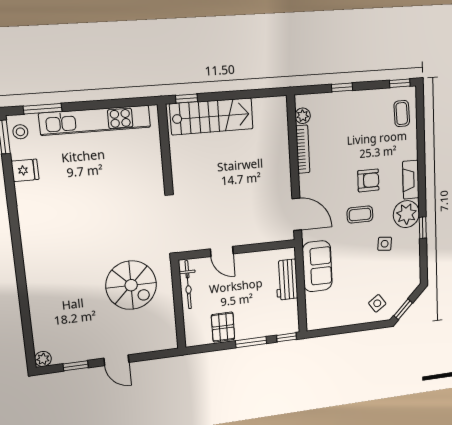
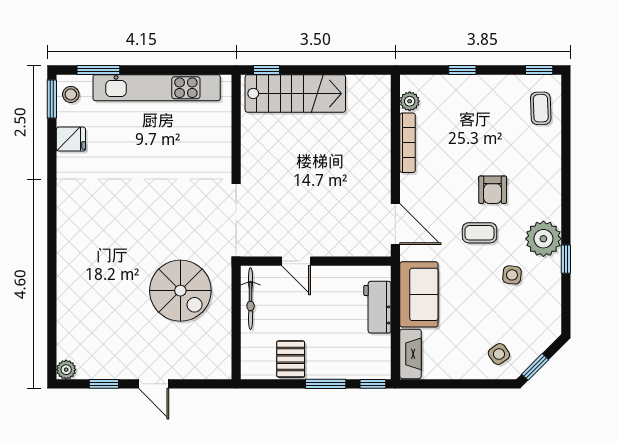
armchair: (368, 180) -> (493, 190), turned 90
fireplace: (411, 180) -> (411, 354), moved, turned 180

